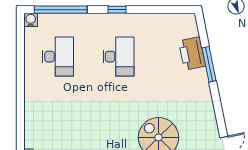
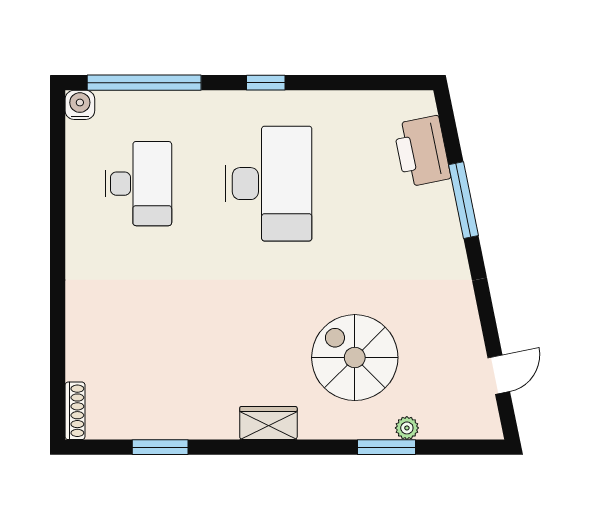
printer: (192, 53) -> (422, 151), moved
desk: (118, 57) -> (269, 184), width x1.36, depth x1.30

